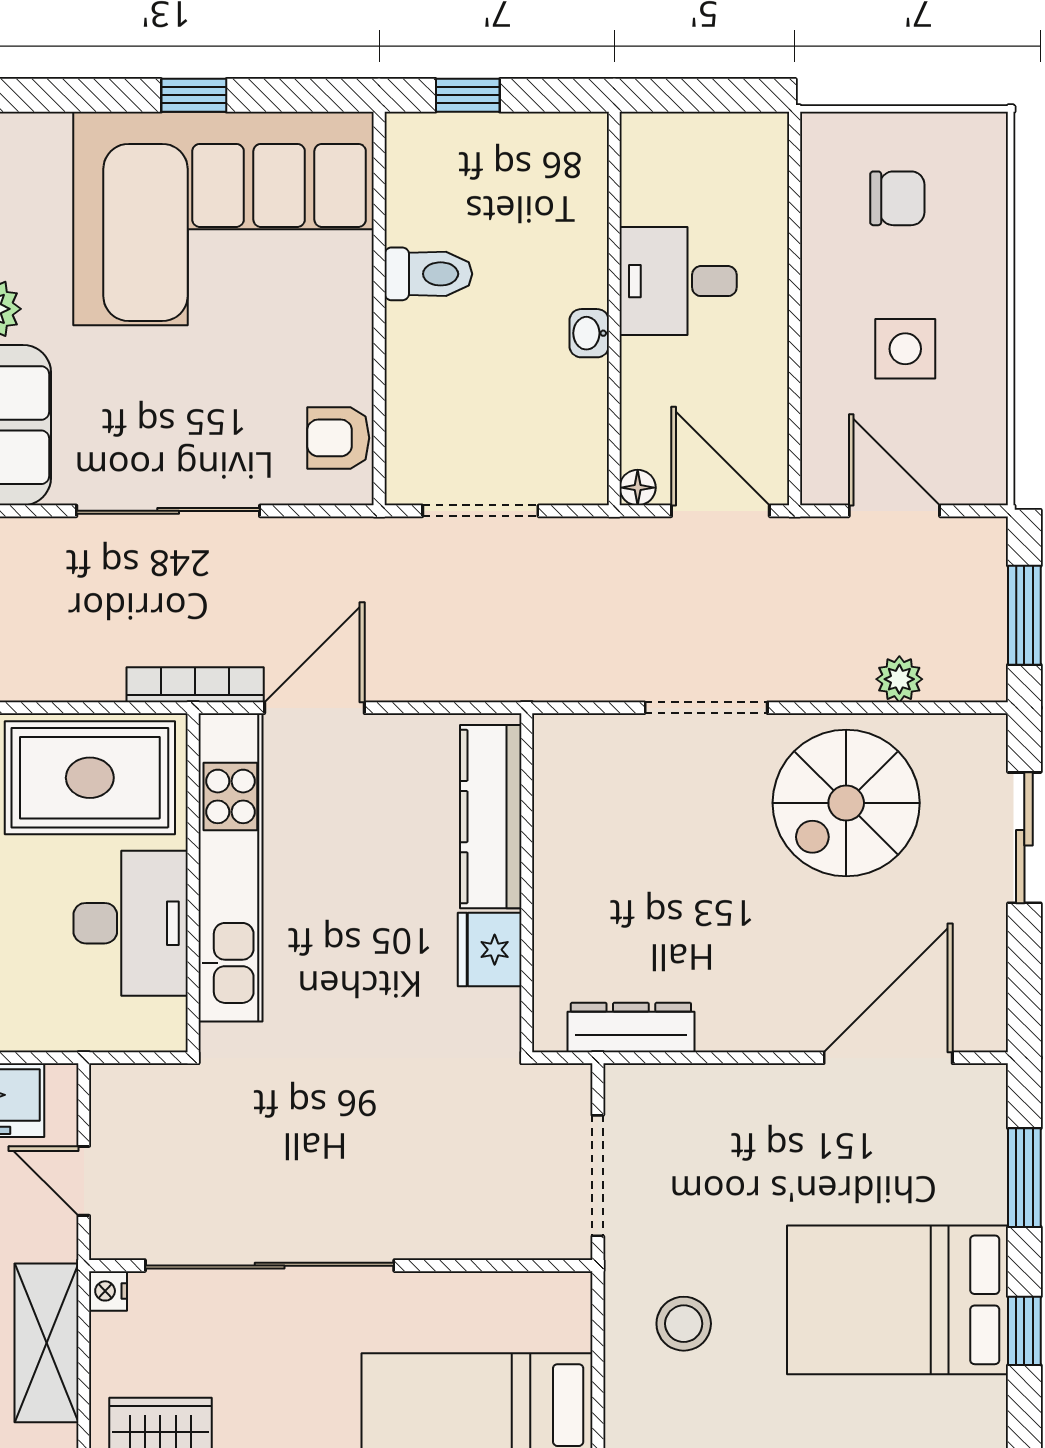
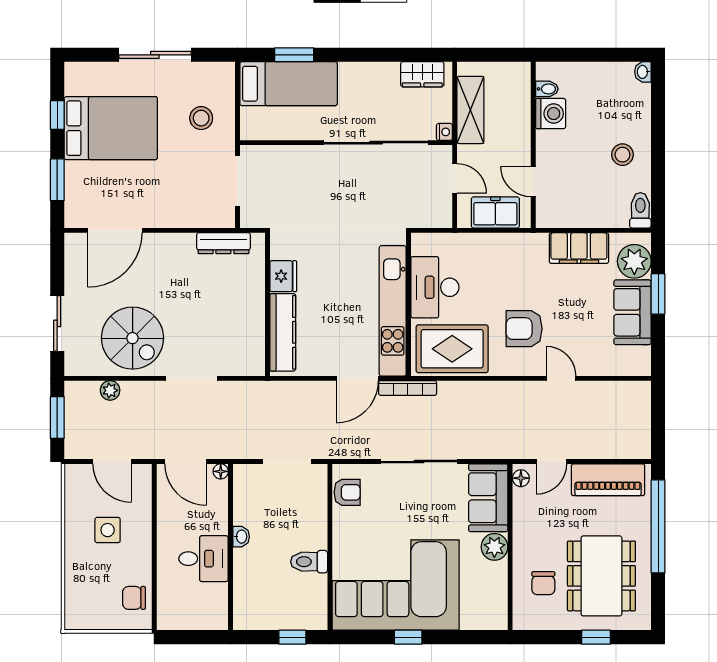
chair: (897, 198) -> (134, 598), moved
spiral stairs: (846, 803) -> (133, 338), turned 90

